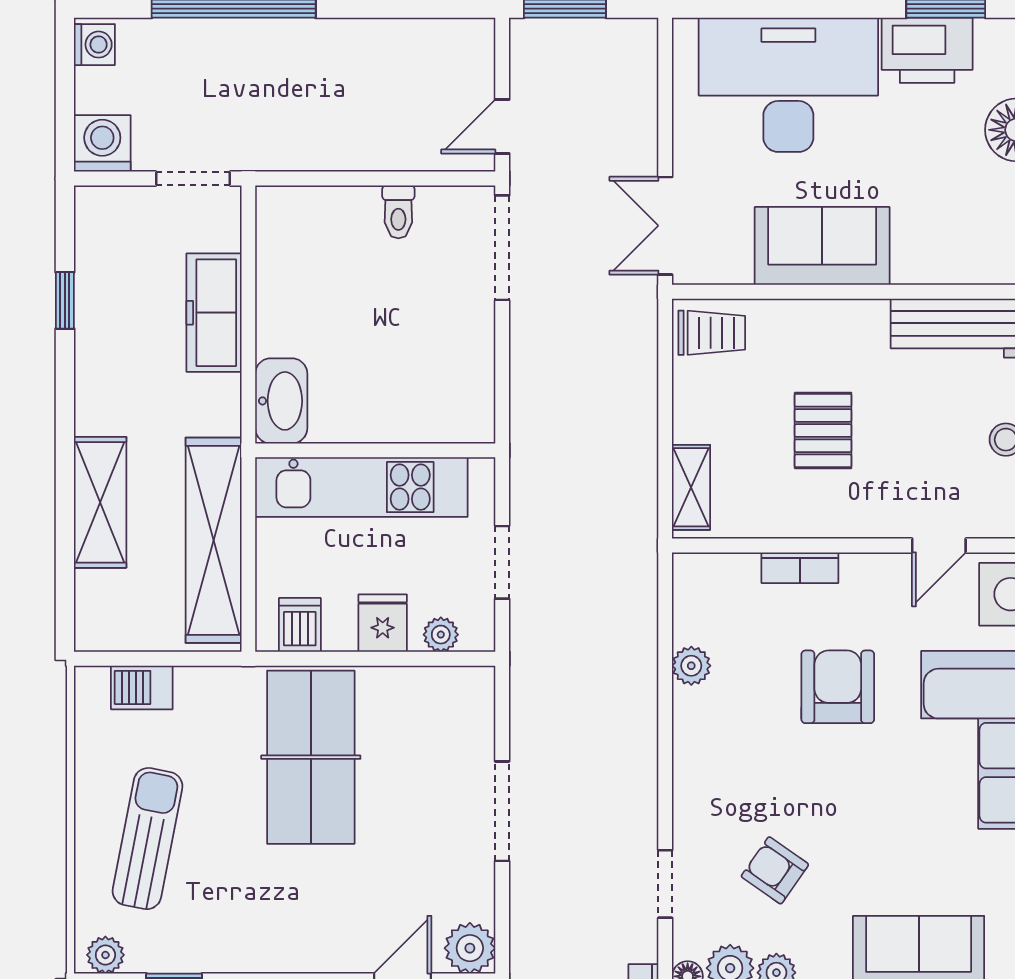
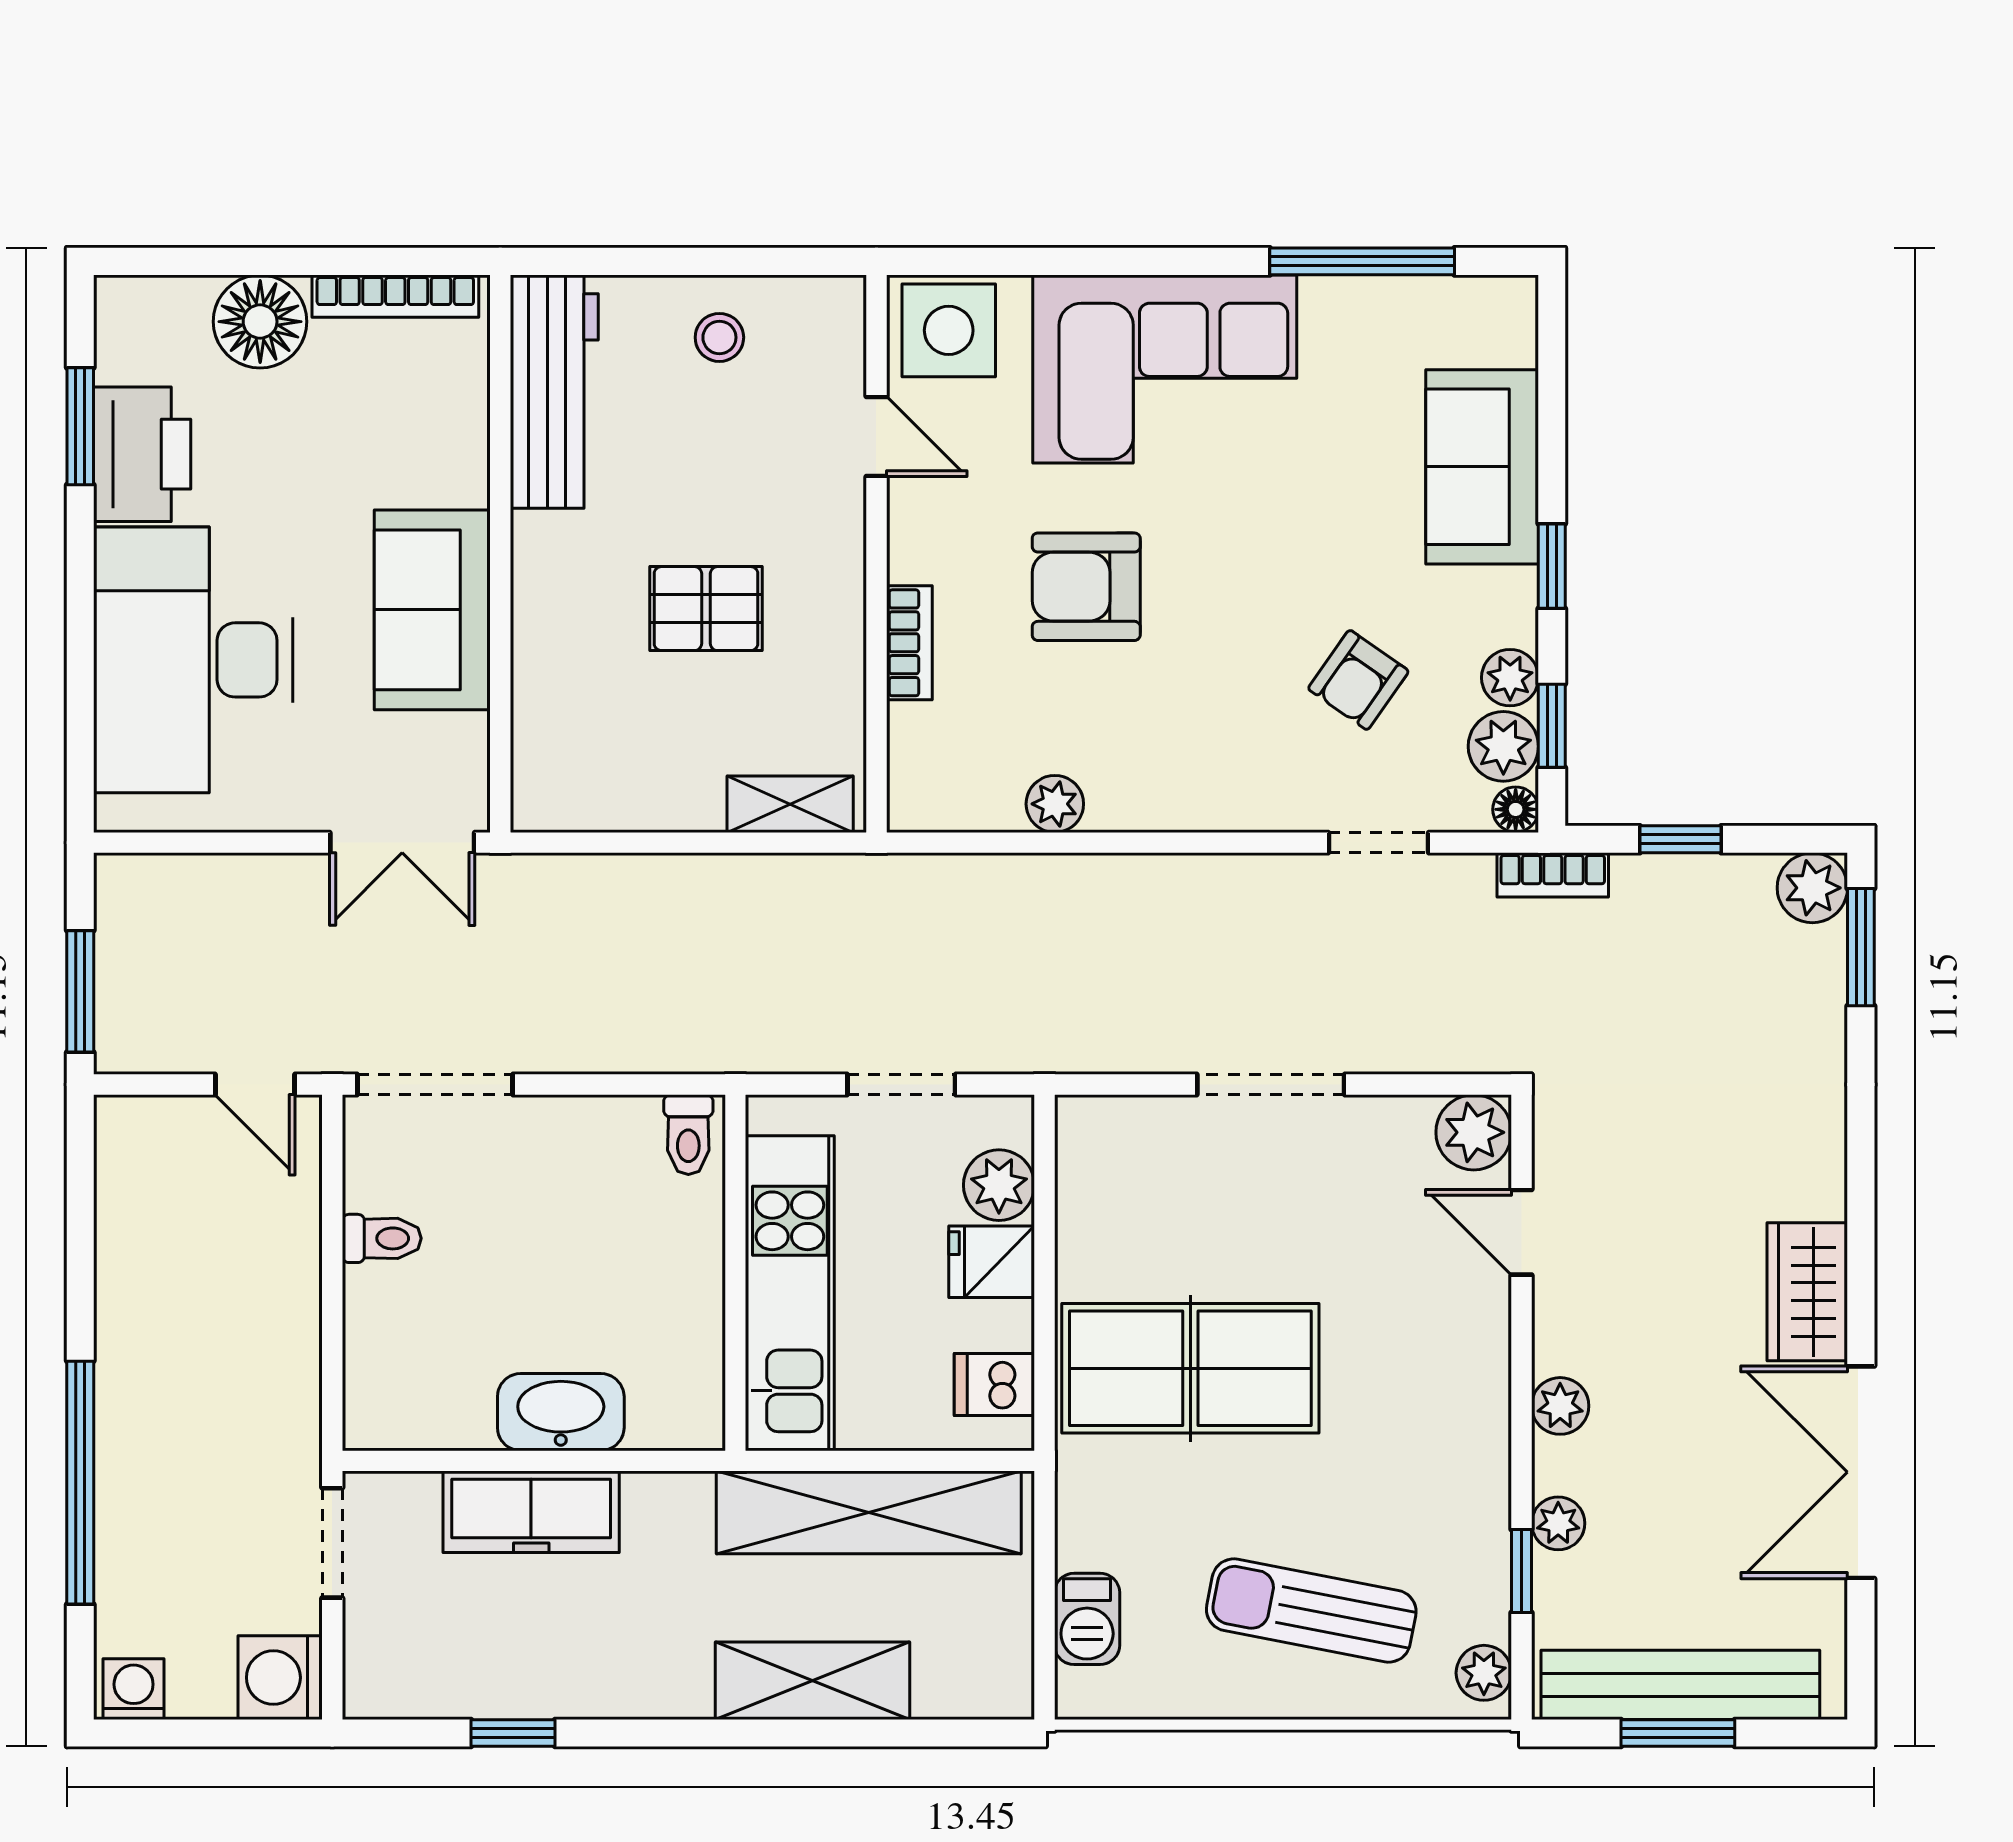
trolley: (712, 333) -> (561, 774), removed
washbasin: (281, 401) -> (561, 1412), moved
toilet: (468, 419) -> (688, 1135), added
plant: (441, 635) -> (999, 1185), width x1.38, depth x1.38

